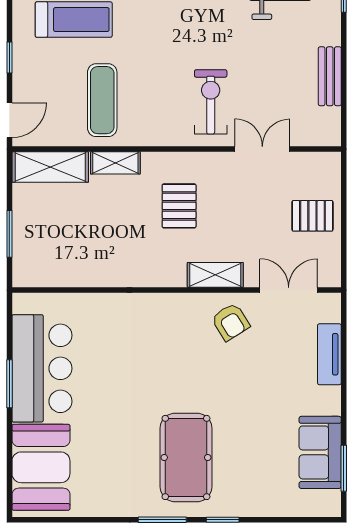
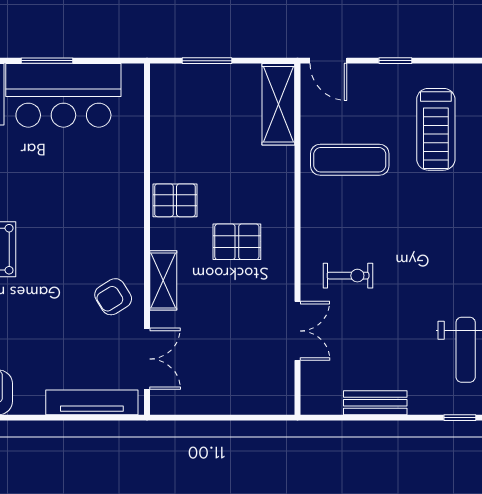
exercise bike: (211, 102) -> (348, 276), width x0.73, depth x0.72
shelving: (115, 163) -> (283, 174), removed
pallet: (312, 216) -> (175, 200), moved, turned 90
tv unit: (329, 354) -> (92, 402), width x1.41

